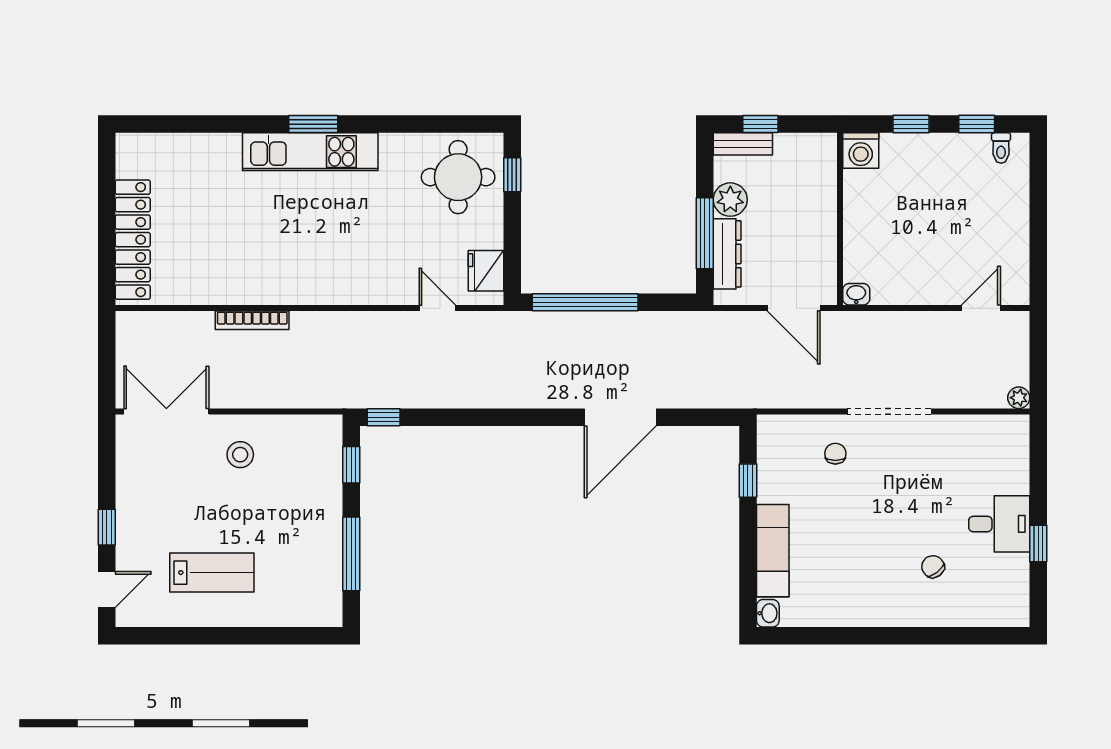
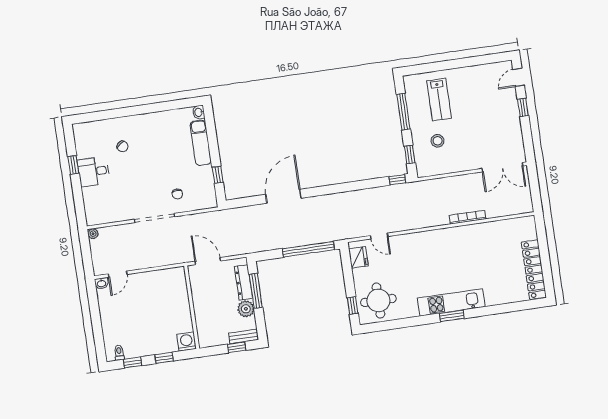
locker: (133, 240) -> (534, 270), moved
washbasin: (856, 294) -> (102, 283), moved
stool: (240, 455) -> (438, 141), moved
lab bench: (212, 573) -> (439, 100), moved, turned -90

